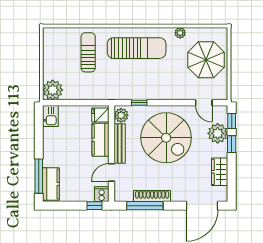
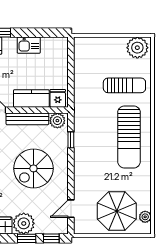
plant: (180, 33) -> (145, 217), moved
plant: (53, 90) -> (137, 48), moved
kitchen sink: (50, 116) -> (29, 45), moved
plant: (218, 133) -> (24, 223), moved
spiral stairs: (166, 138) -> (33, 168), width x0.73, depth x0.73

